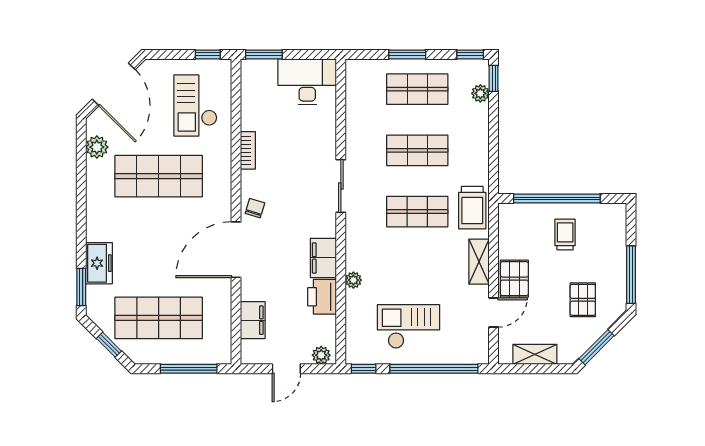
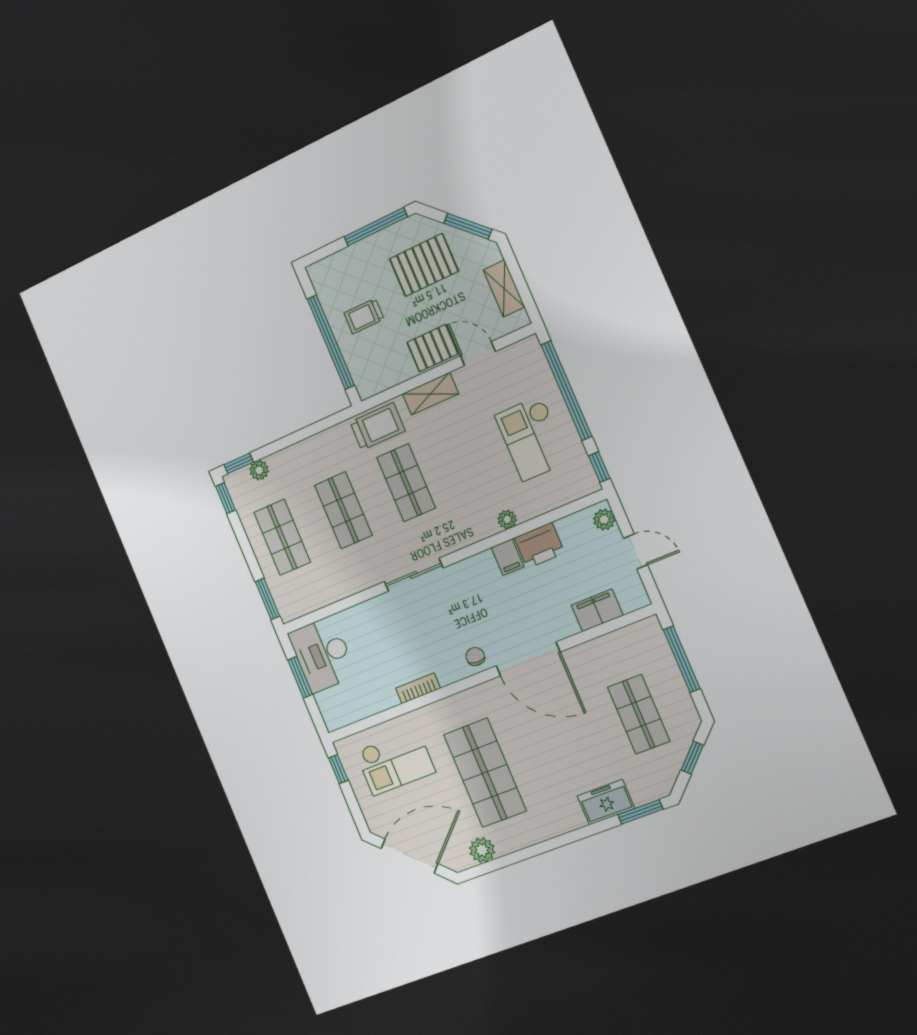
window: (264, 54) -> (300, 677), moved
window: (407, 54) -> (267, 599), moved
chair: (255, 208) -> (475, 656), turned 77
filing cabinet: (323, 258) -> (508, 557), width x0.50
pallet: (583, 300) -> (424, 265), width x1.50, depth x1.42
shop shelf: (159, 318) -> (639, 714), width x0.70, depth x0.74

